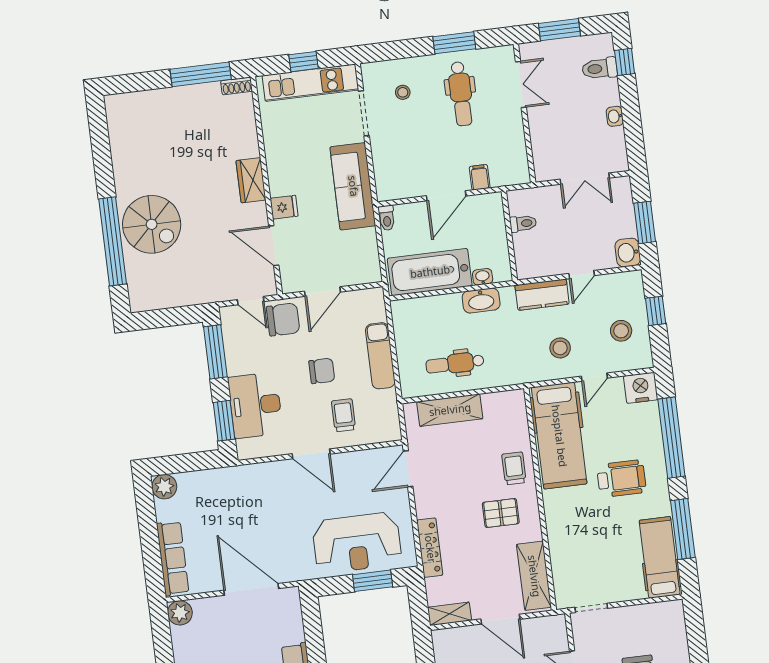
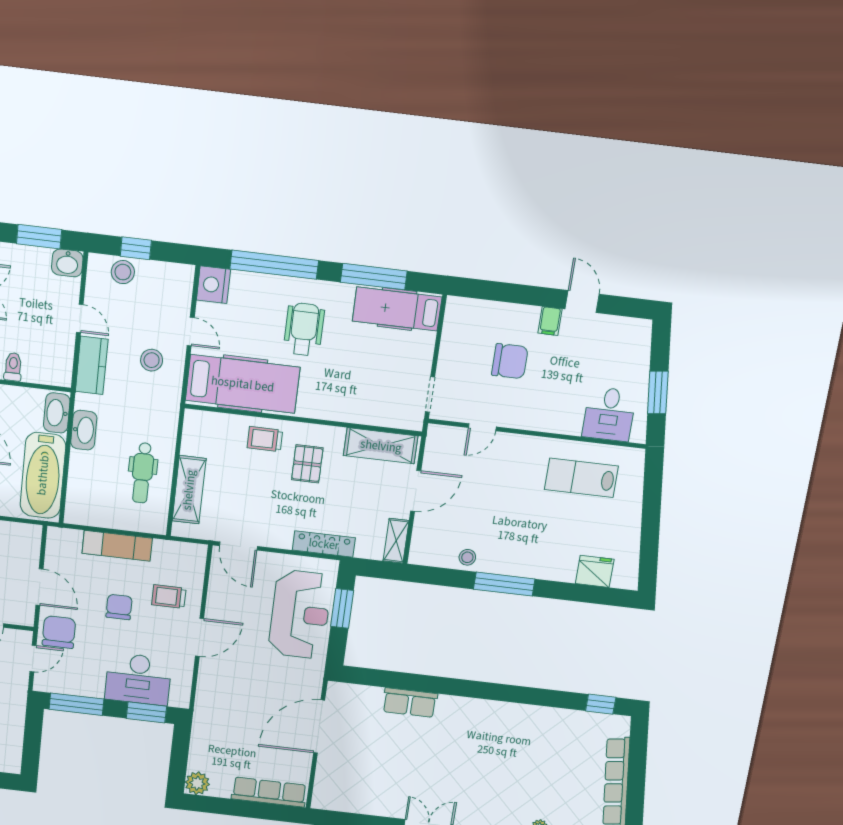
washbasin: (483, 277) -> (57, 413), width x1.91, depth x1.45
stool: (621, 331) -> (123, 272), moved
plant: (180, 613) -> (324, 798), removed

